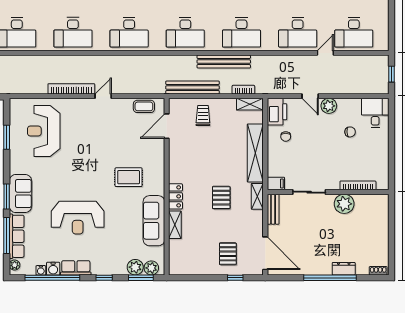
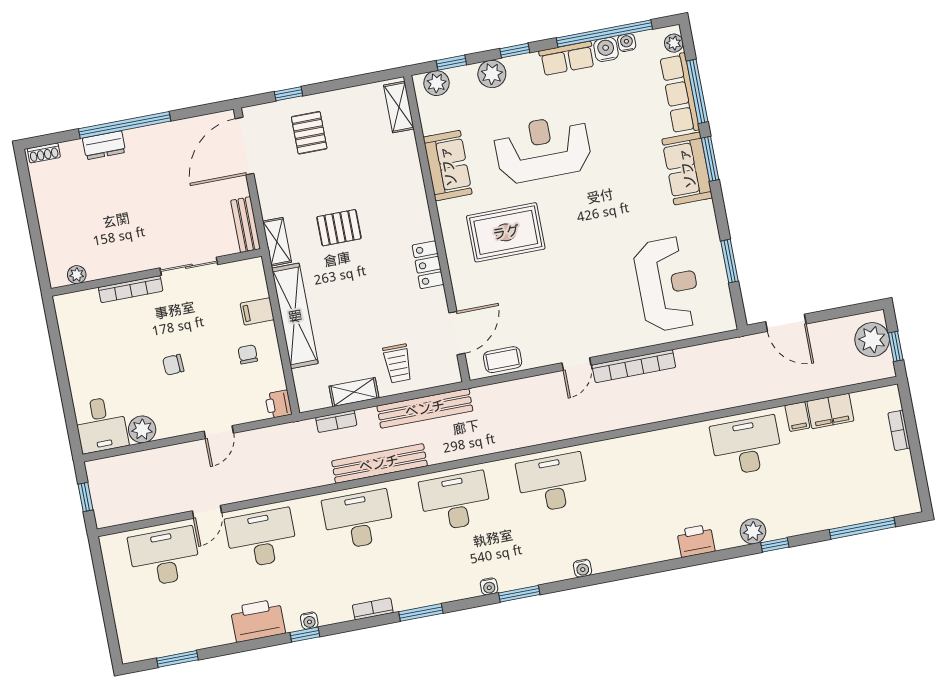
desk: (73, 32) -> (650, 464), removed
door: (310, 96) -> (219, 432), swing flipped
shelving: (250, 104) -> (354, 392), moved
plant: (329, 106) -> (142, 429), moved
printer: (277, 112) -> (278, 404), width x0.53, depth x0.68
chair: (350, 132) -> (173, 365), moved
rug: (129, 177) -> (506, 232), width x1.36, depth x1.43
filing cabinet: (276, 184) -> (257, 311), moved
bookcase: (358, 185) -> (131, 289), moved
locker: (175, 196) -> (428, 265), moved
pallet: (221, 198) -> (339, 228), turned 90
plant: (344, 204) -> (77, 275), moved, width x0.53, depth x0.53
reception desk: (78, 218) -> (543, 149), moved
sofa: (154, 221) -> (448, 166), width x0.73
shelving: (175, 225) -> (399, 107), moved
door: (265, 253) -> (245, 146), hinge flipped
plant: (135, 267) -> (492, 74), moved
window: (141, 278) -> (451, 63), width x0.67

